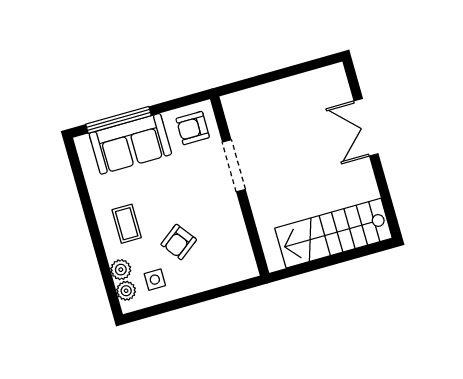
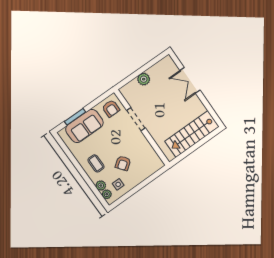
plant: (276, 94) -> (144, 79), added
window: (119, 120) -> (75, 117), width x0.69
armchair: (193, 128) -> (111, 108), turned -90

